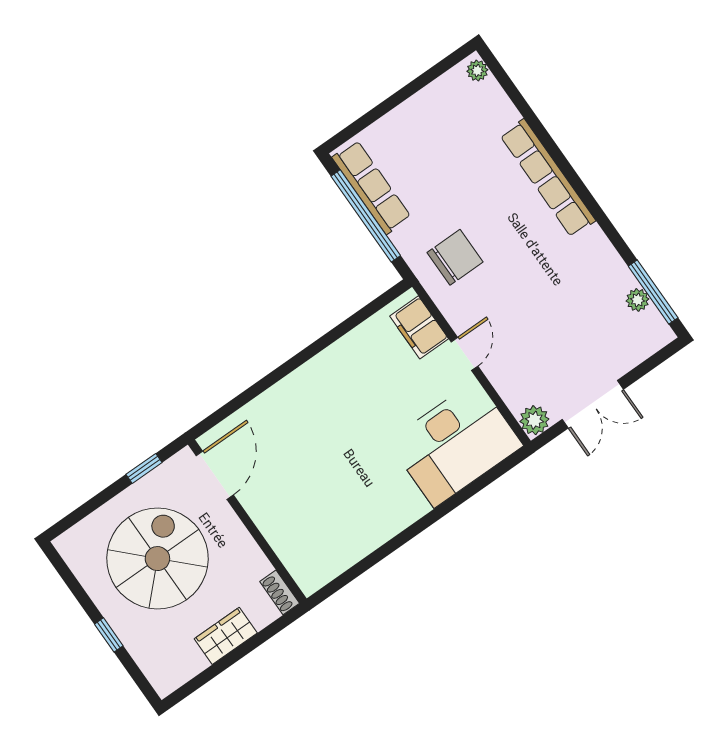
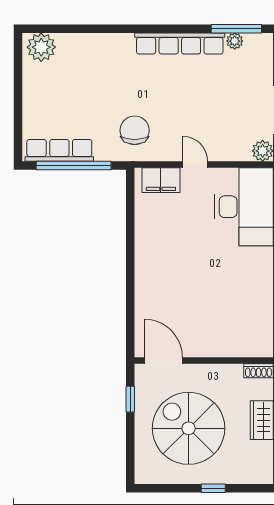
plant: (477, 71) -> (41, 47), width x1.88, depth x1.88
row of seats: (548, 178) -> (180, 43), moved

